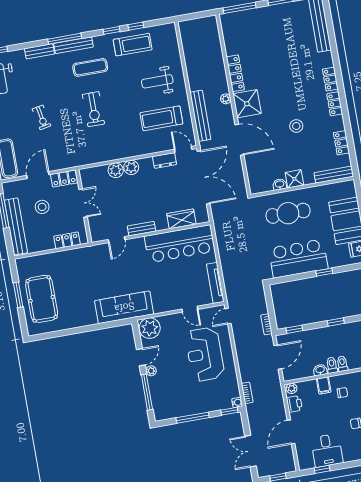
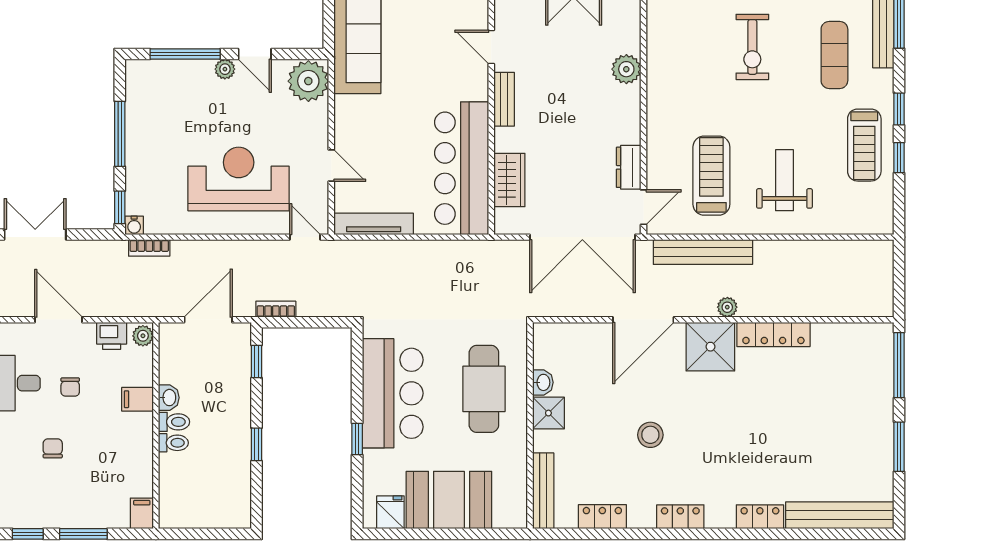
locker: (330, 79) -> (760, 517), moved
exercise bike: (93, 109) -> (752, 47), turned -90
plant: (131, 167) -> (627, 100), removed
door: (190, 309) -> (331, 166), swing flipped
door: (278, 357) -> (208, 320), swing flipped
chair: (342, 393) -> (70, 387), moved

